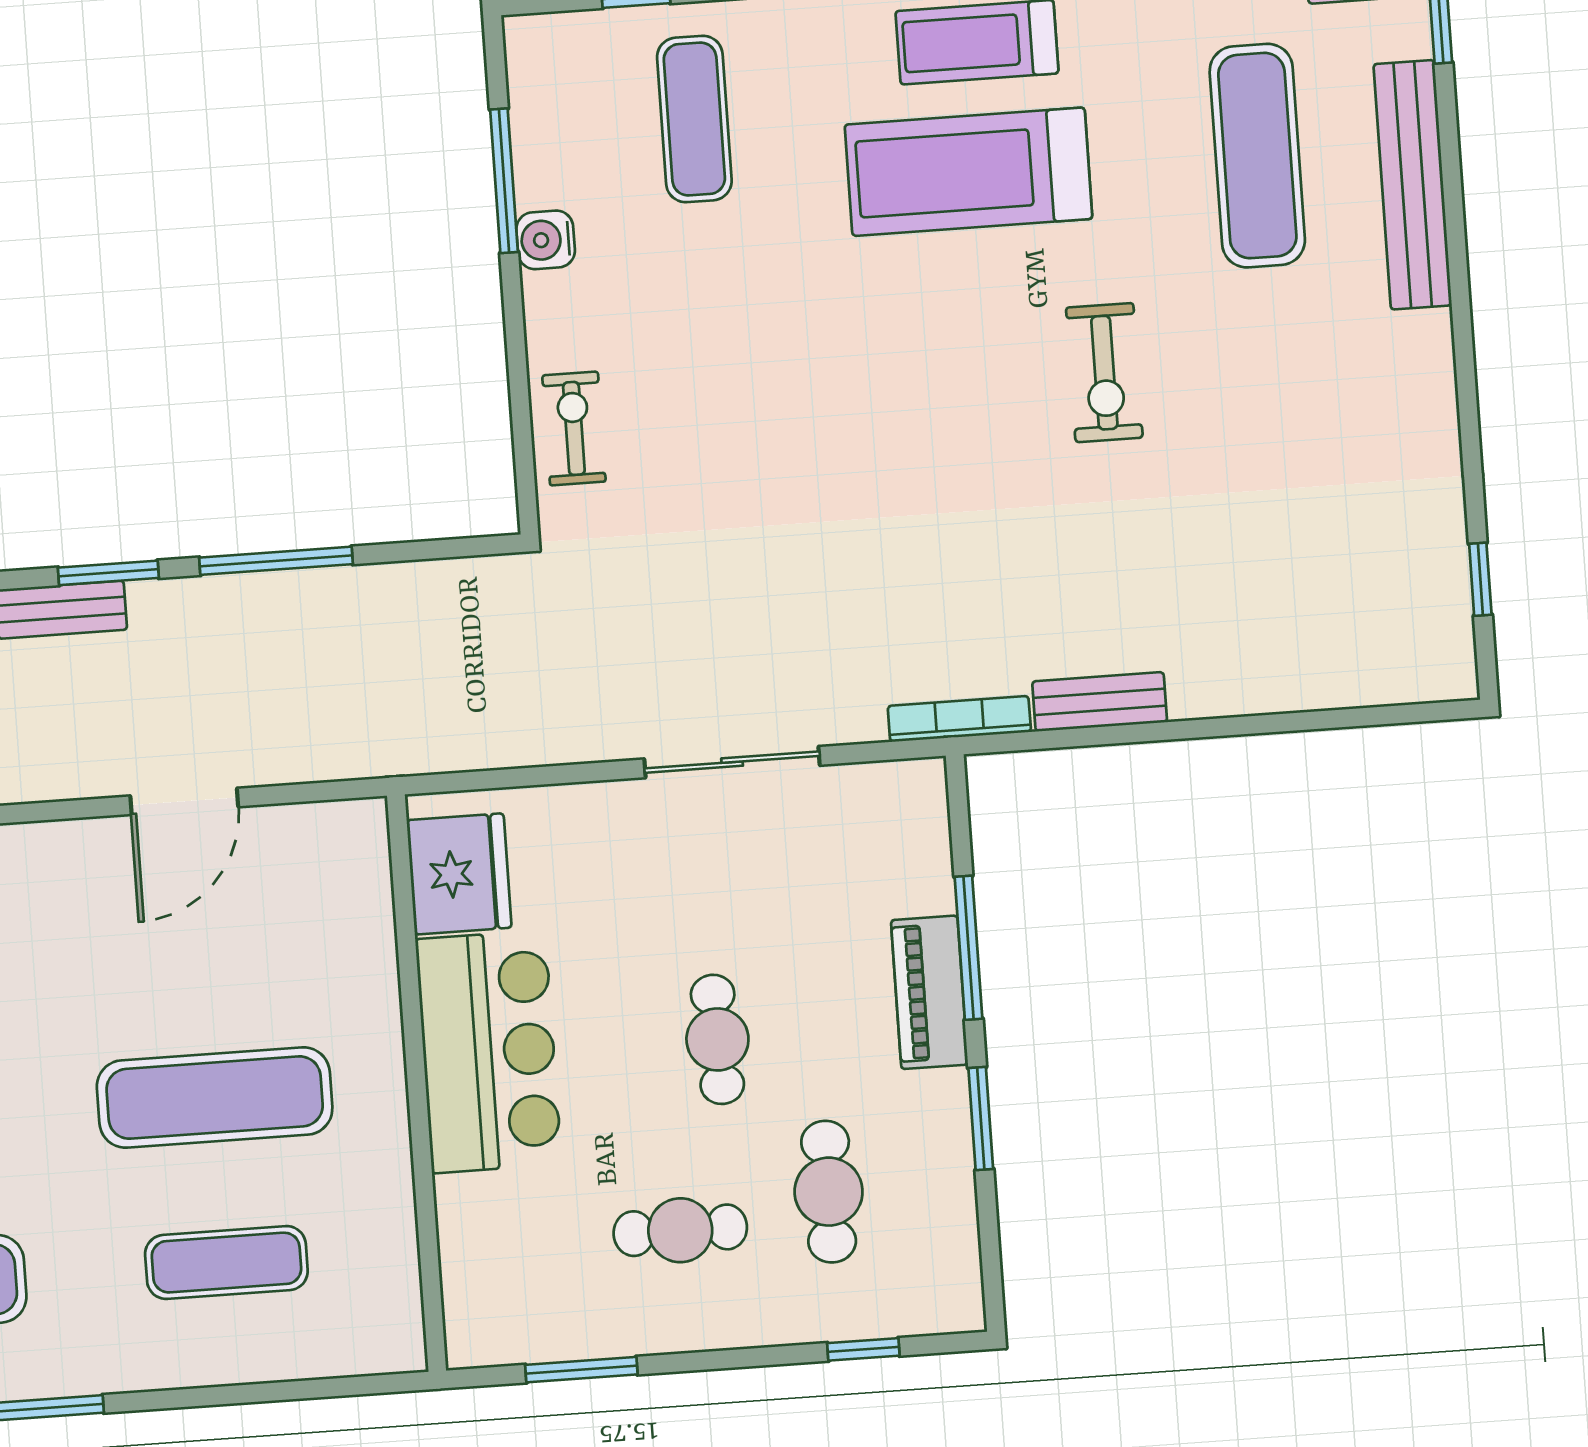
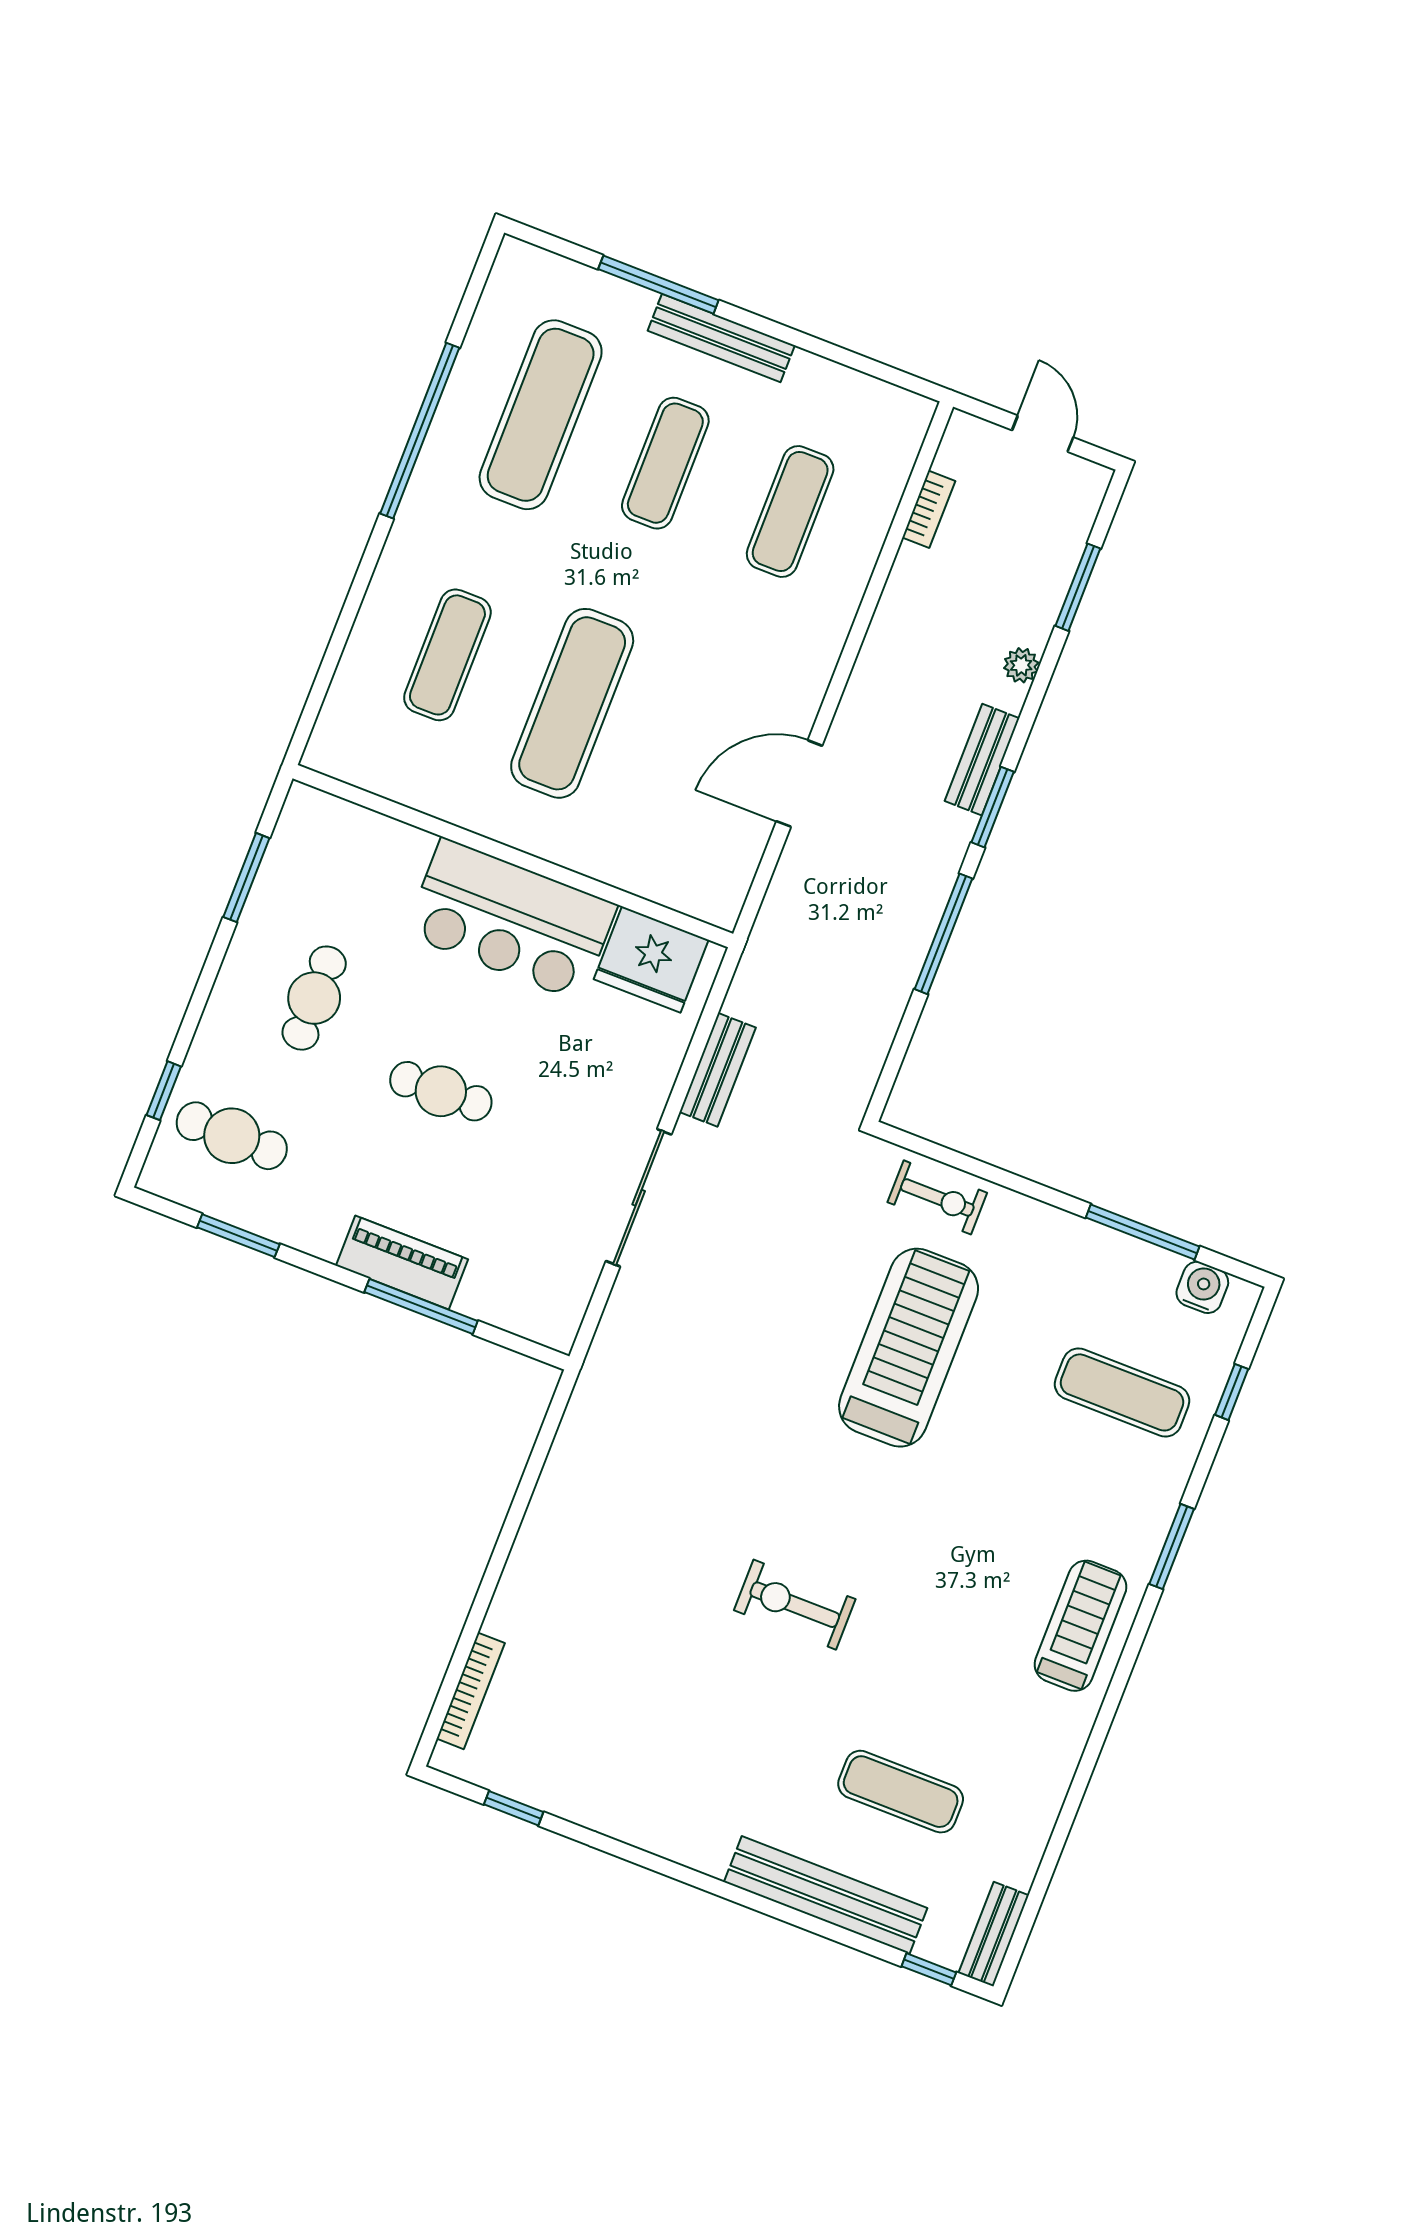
exercise mat: (1257, 156) -> (901, 1792), width x0.73, depth x0.69
treadmill: (968, 172) -> (909, 1348), moved
water cooler: (546, 240) -> (1202, 1287), moved
bench: (1100, 702) -> (718, 1070), moved
bookcase: (959, 719) -> (471, 1691), moved
door: (184, 801) -> (799, 783), hinge flipped
window: (981, 1118) -> (238, 1236), moved
cafe table: (829, 1192) -> (232, 1136), moved

